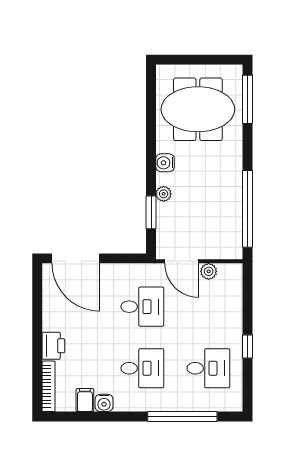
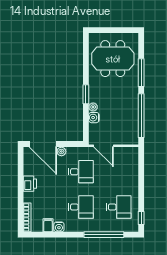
window: (247, 99) -> (141, 73), moved
water cooler: (165, 163) -> (94, 118), moved
window: (151, 212) -> (86, 94), moved
plant: (209, 271) -> (61, 151), moved
printer: (53, 346) -> (30, 184), moved
window: (247, 347) -> (141, 218), moved

